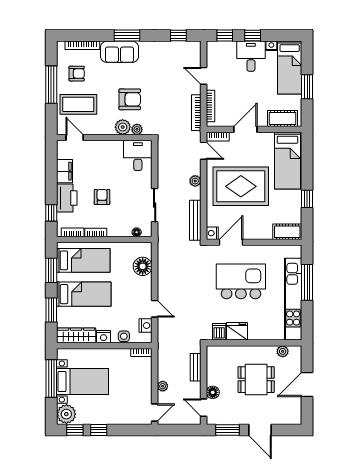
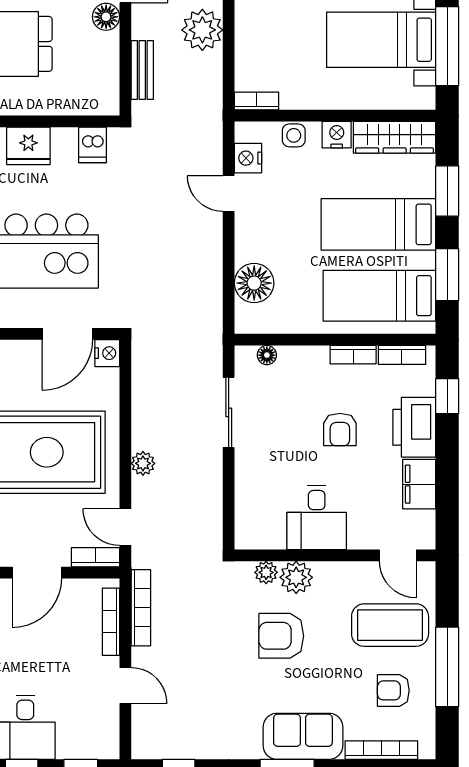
desk: (138, 155) -> (317, 517), moved
bench: (195, 220) -> (143, 380), removed
fridge: (237, 331) -> (28, 146), moved
plant: (163, 386) -> (202, 30), width x1.88, depth x1.88

